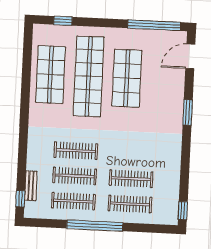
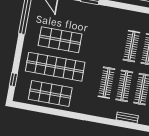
window: (20, 199) -> (135, 126), removed

